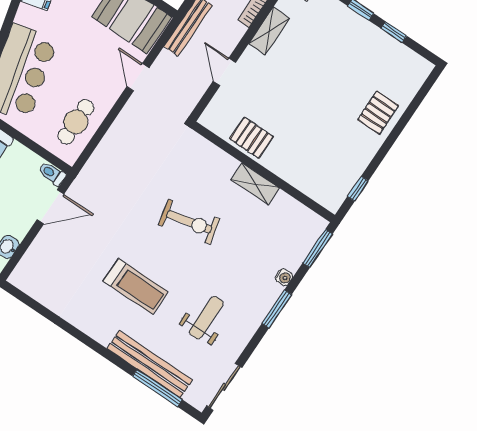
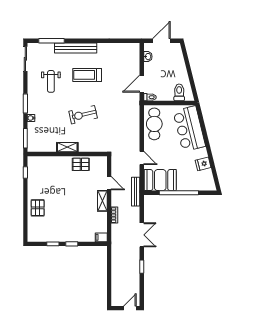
shelving: (269, 31) -> (102, 201), moved
cafe table: (76, 122) -> (154, 124), width x1.37, depth x1.35
bench: (150, 364) -> (76, 48), moved

